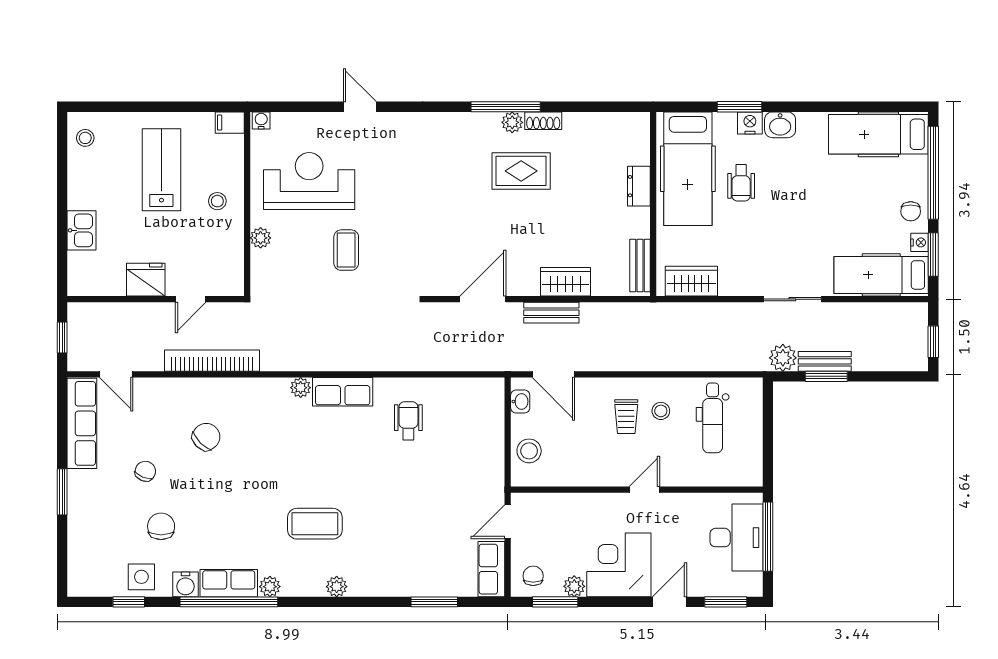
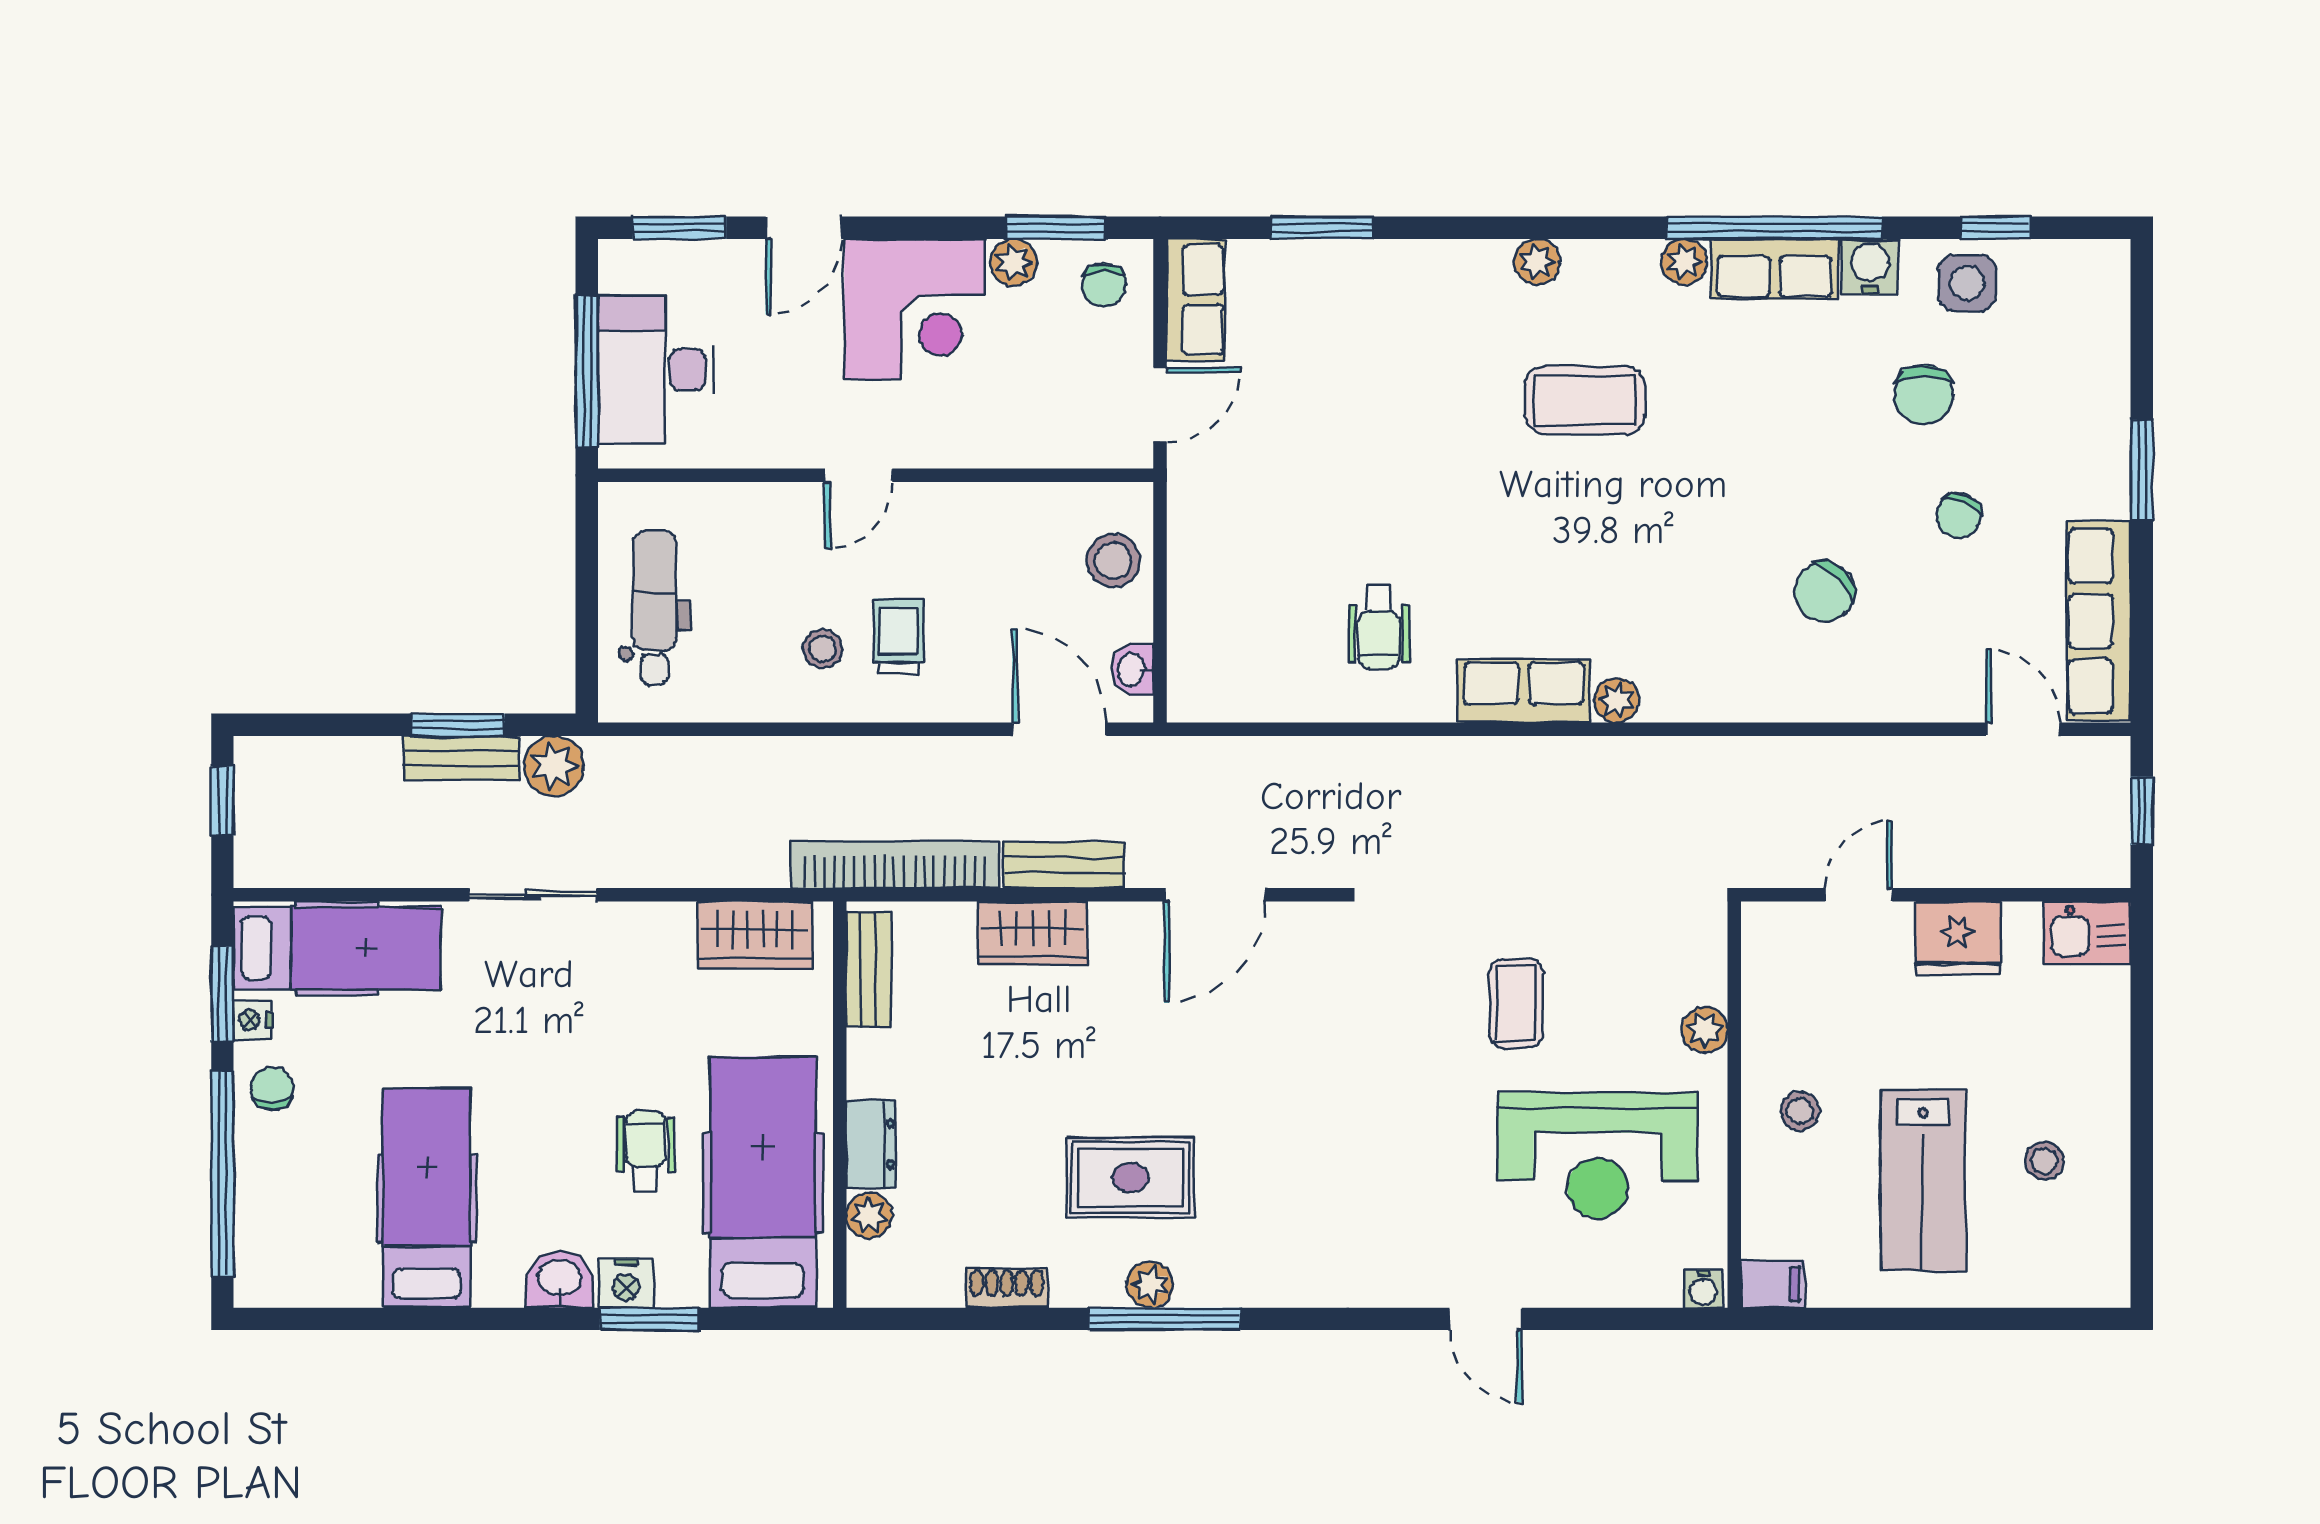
shoe rack: (543, 121) -> (1007, 1288), moved
hospital bed: (878, 134) -> (427, 1198), moved, turned -90
stool: (85, 138) -> (2044, 1161), moved
plant: (640, 154) -> (869, 1215), added
kitchen sink: (81, 230) -> (2087, 933), moved, turned -90
bookcase: (212, 361) -> (895, 865), moved, turned 180
dental chair: (713, 418) -> (654, 608), moved

